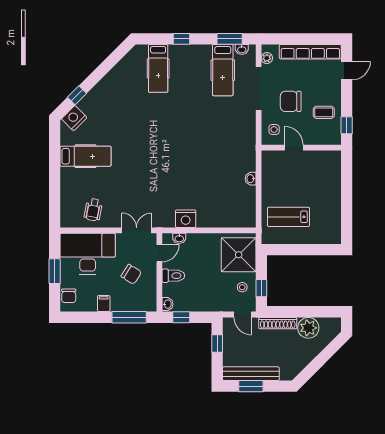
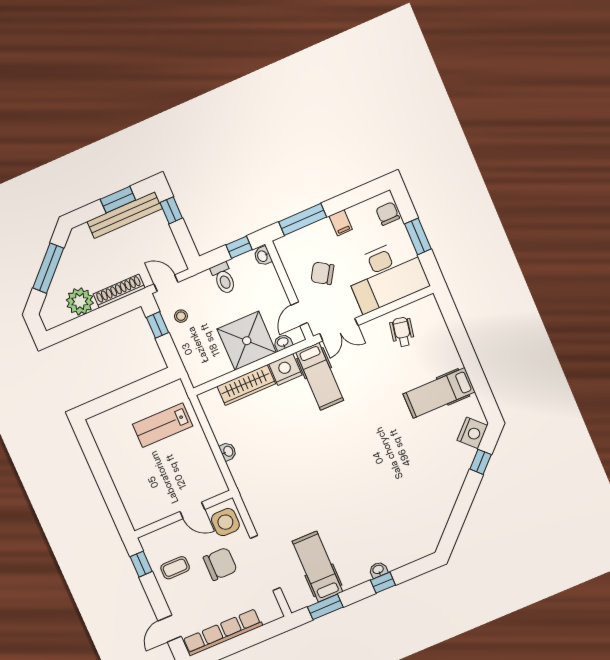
washbasin: (242, 49) -> (378, 570), moved
plant: (267, 58) -> (271, 603), removed
hospital bed: (158, 68) -> (320, 376), moved, turned 180
side table: (274, 130) -> (225, 522), width x1.87, depth x1.87
lab bench: (288, 217) -> (163, 425), turned 180
wardrobe: (218, 220) -> (246, 385), added
shower: (239, 255) -> (247, 341), moved
toilet: (173, 276) -> (223, 278), moved, turned -90
window: (217, 343) -> (171, 210), moved
window: (320, 360) -> (48, 268), added

